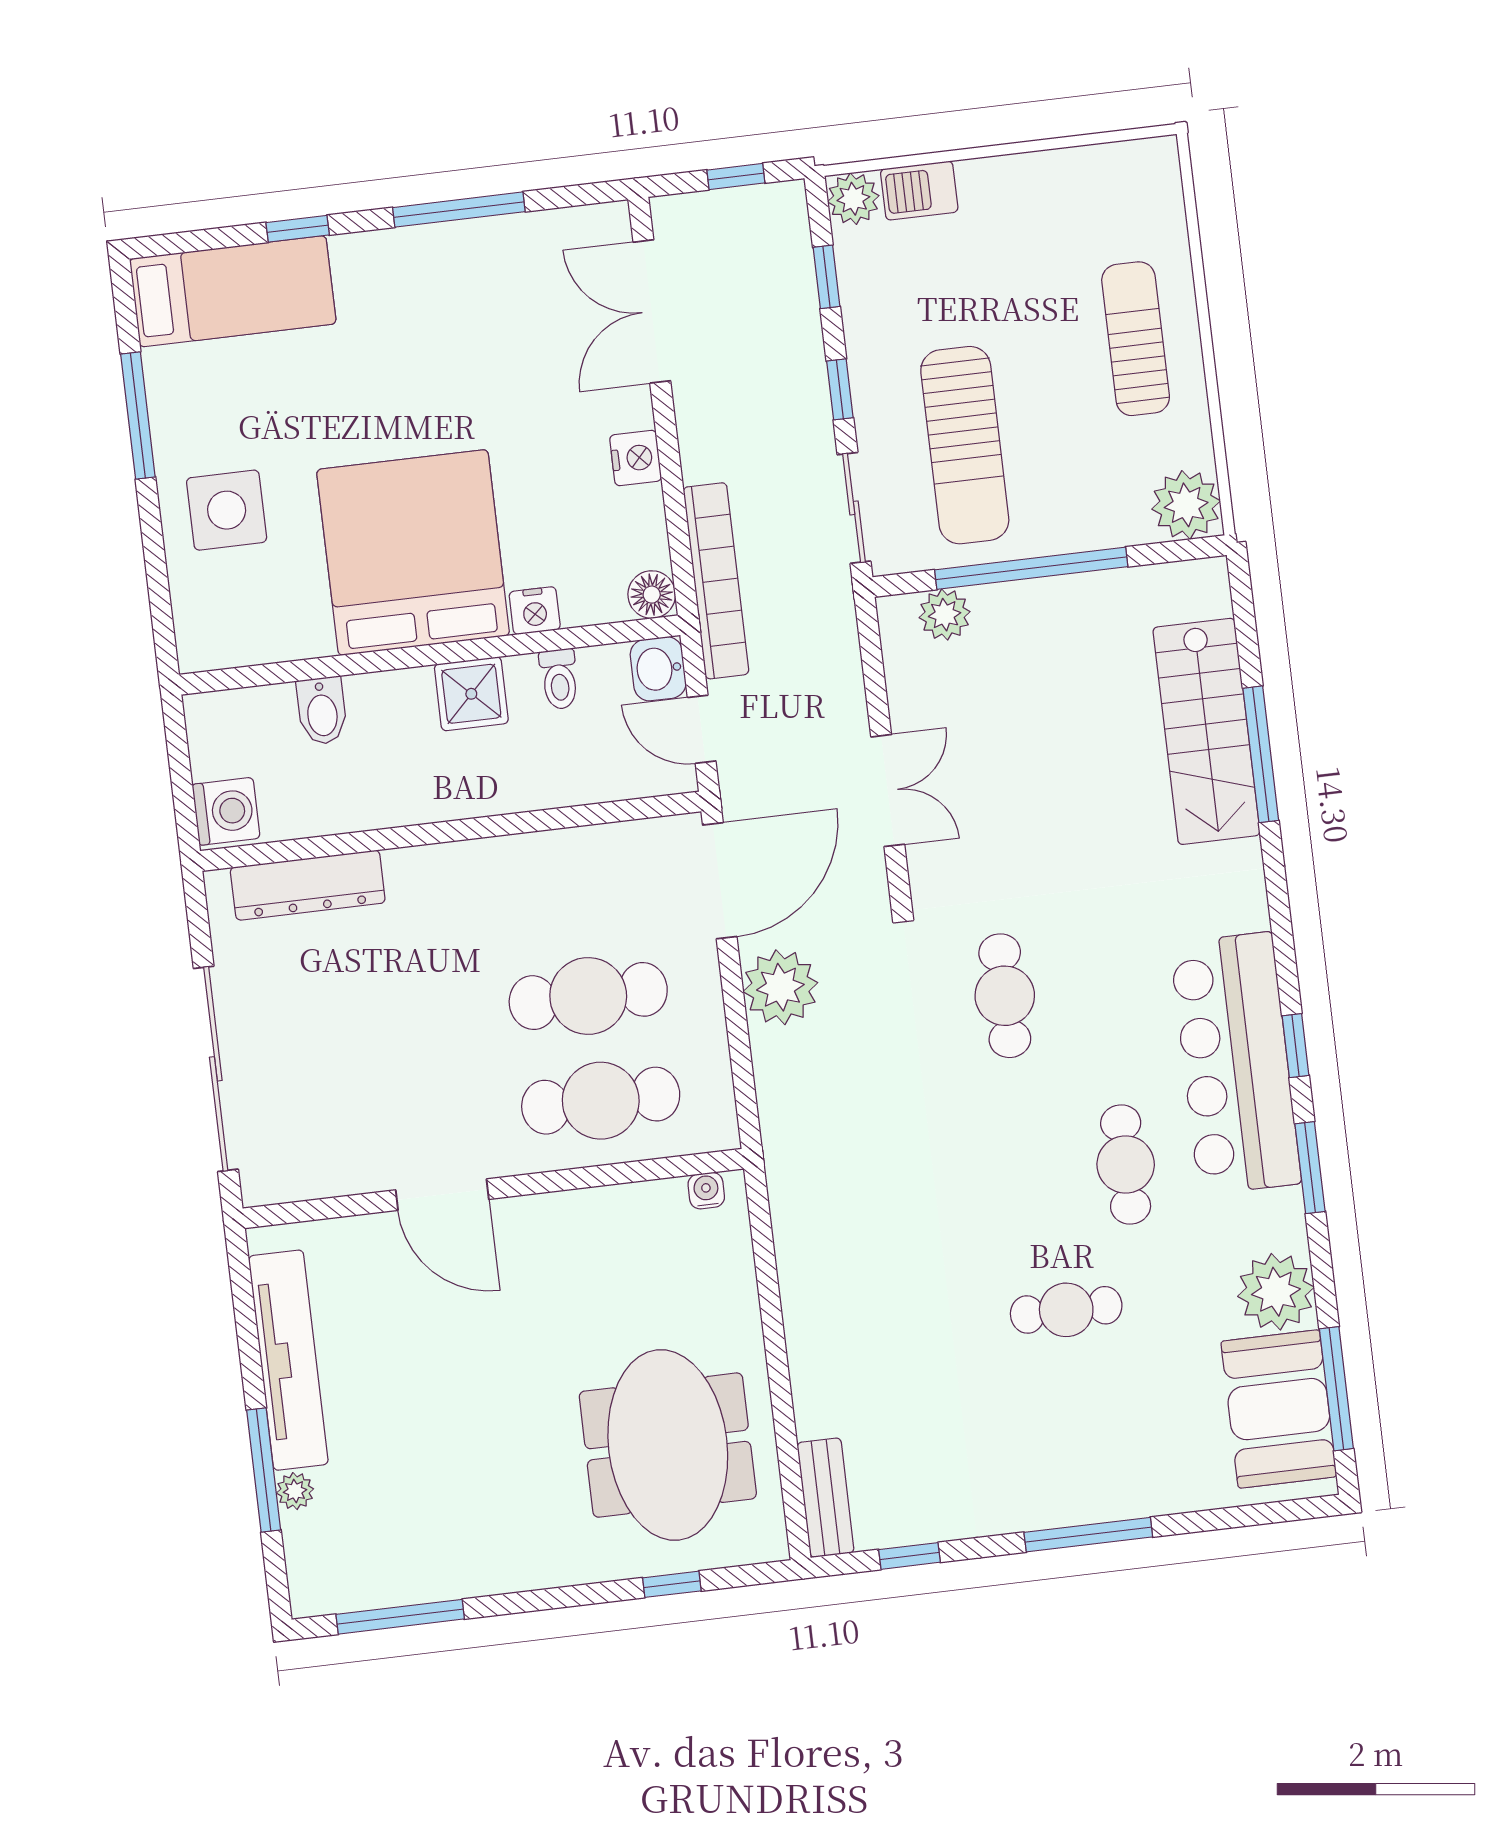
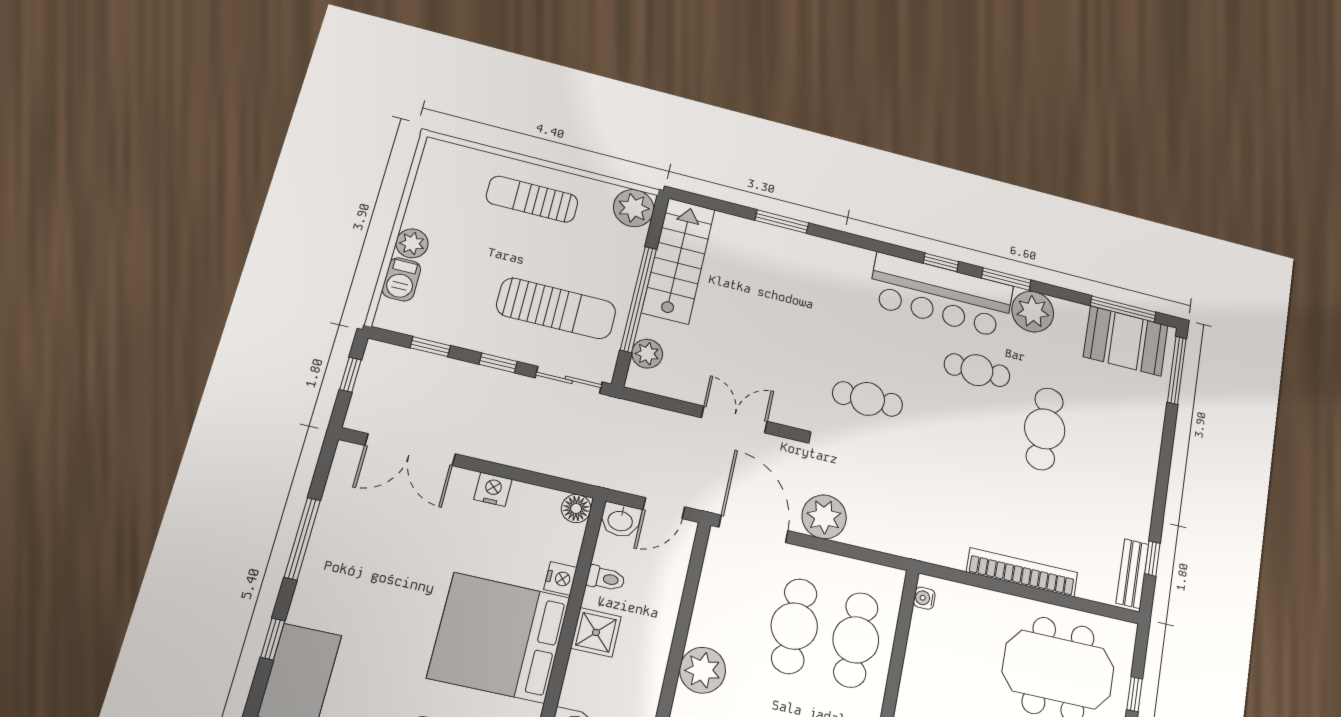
plant: (853, 199) -> (412, 243), moved
bookcase: (716, 581) -> (1022, 572), moved
stairs: (1206, 731) -> (678, 261), moved, turned -90
window: (1261, 754) -> (782, 222), width x0.69
plant: (470, 876) -> (703, 670), added
plant: (1276, 1292) -> (1033, 312), moved
cafe table: (1066, 1310) -> (1045, 429), width x1.37, depth x1.35
bench: (826, 1498) -> (1132, 574), moved, turned 90
window: (1088, 1535) -> (1177, 370), moved

